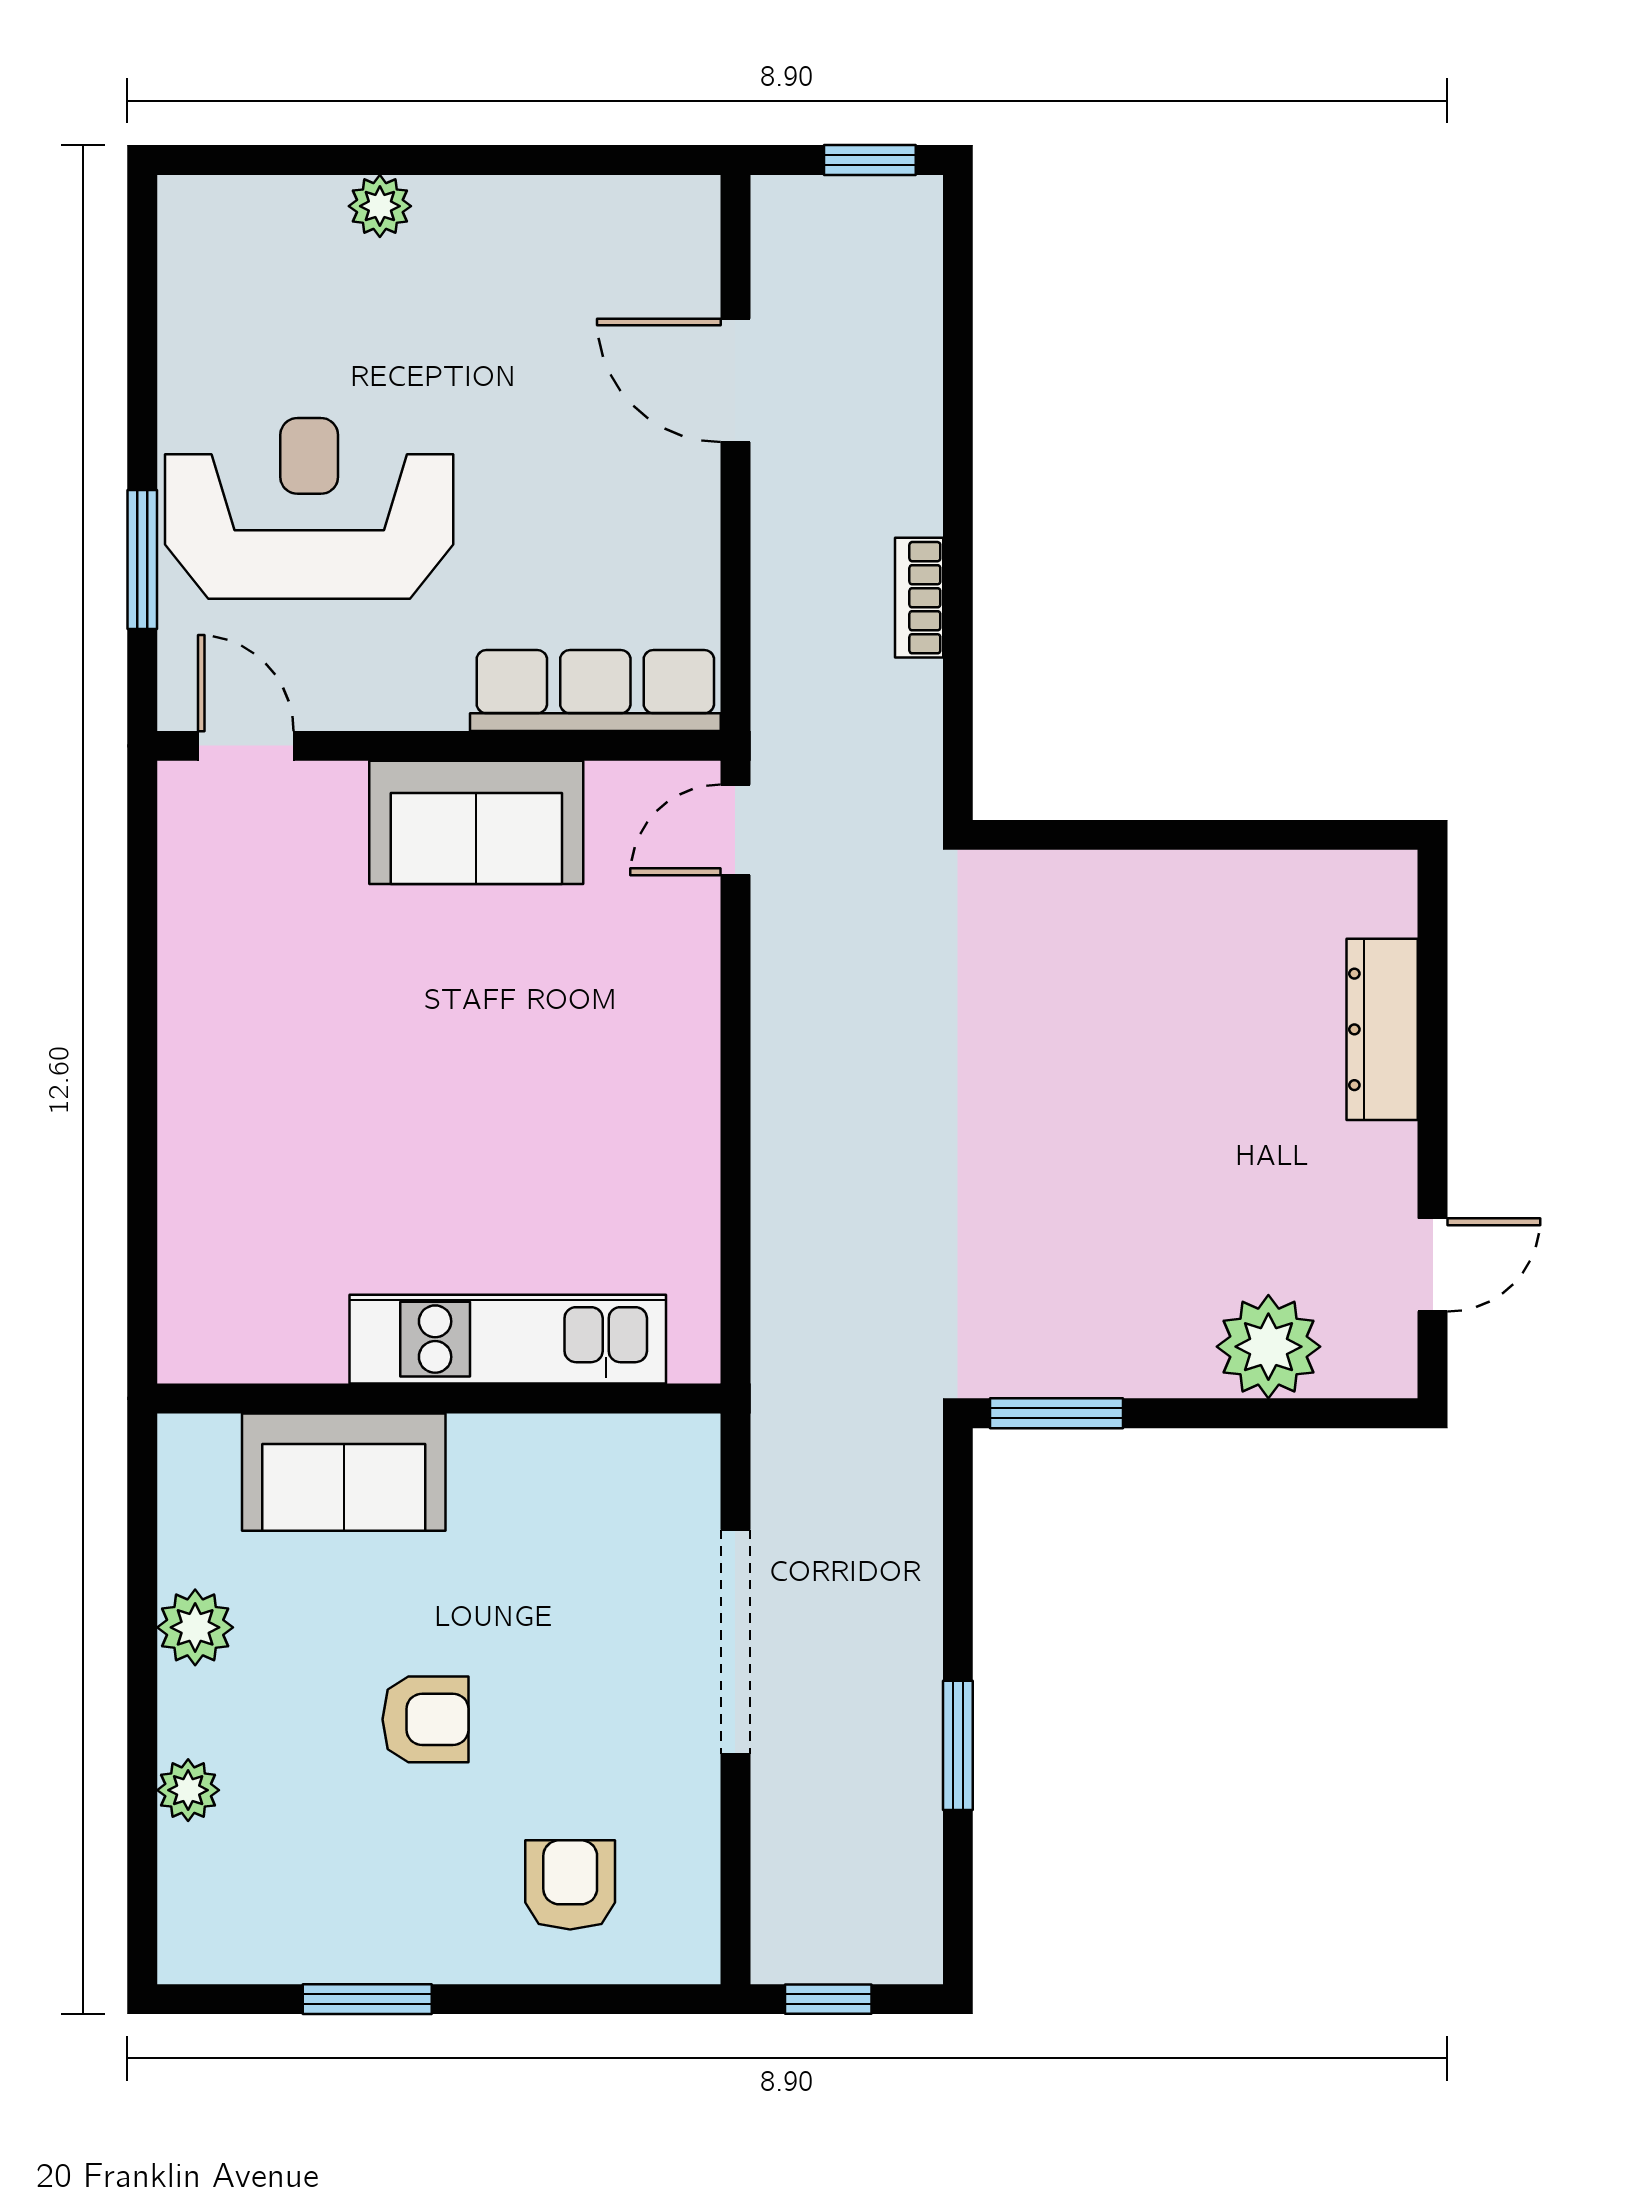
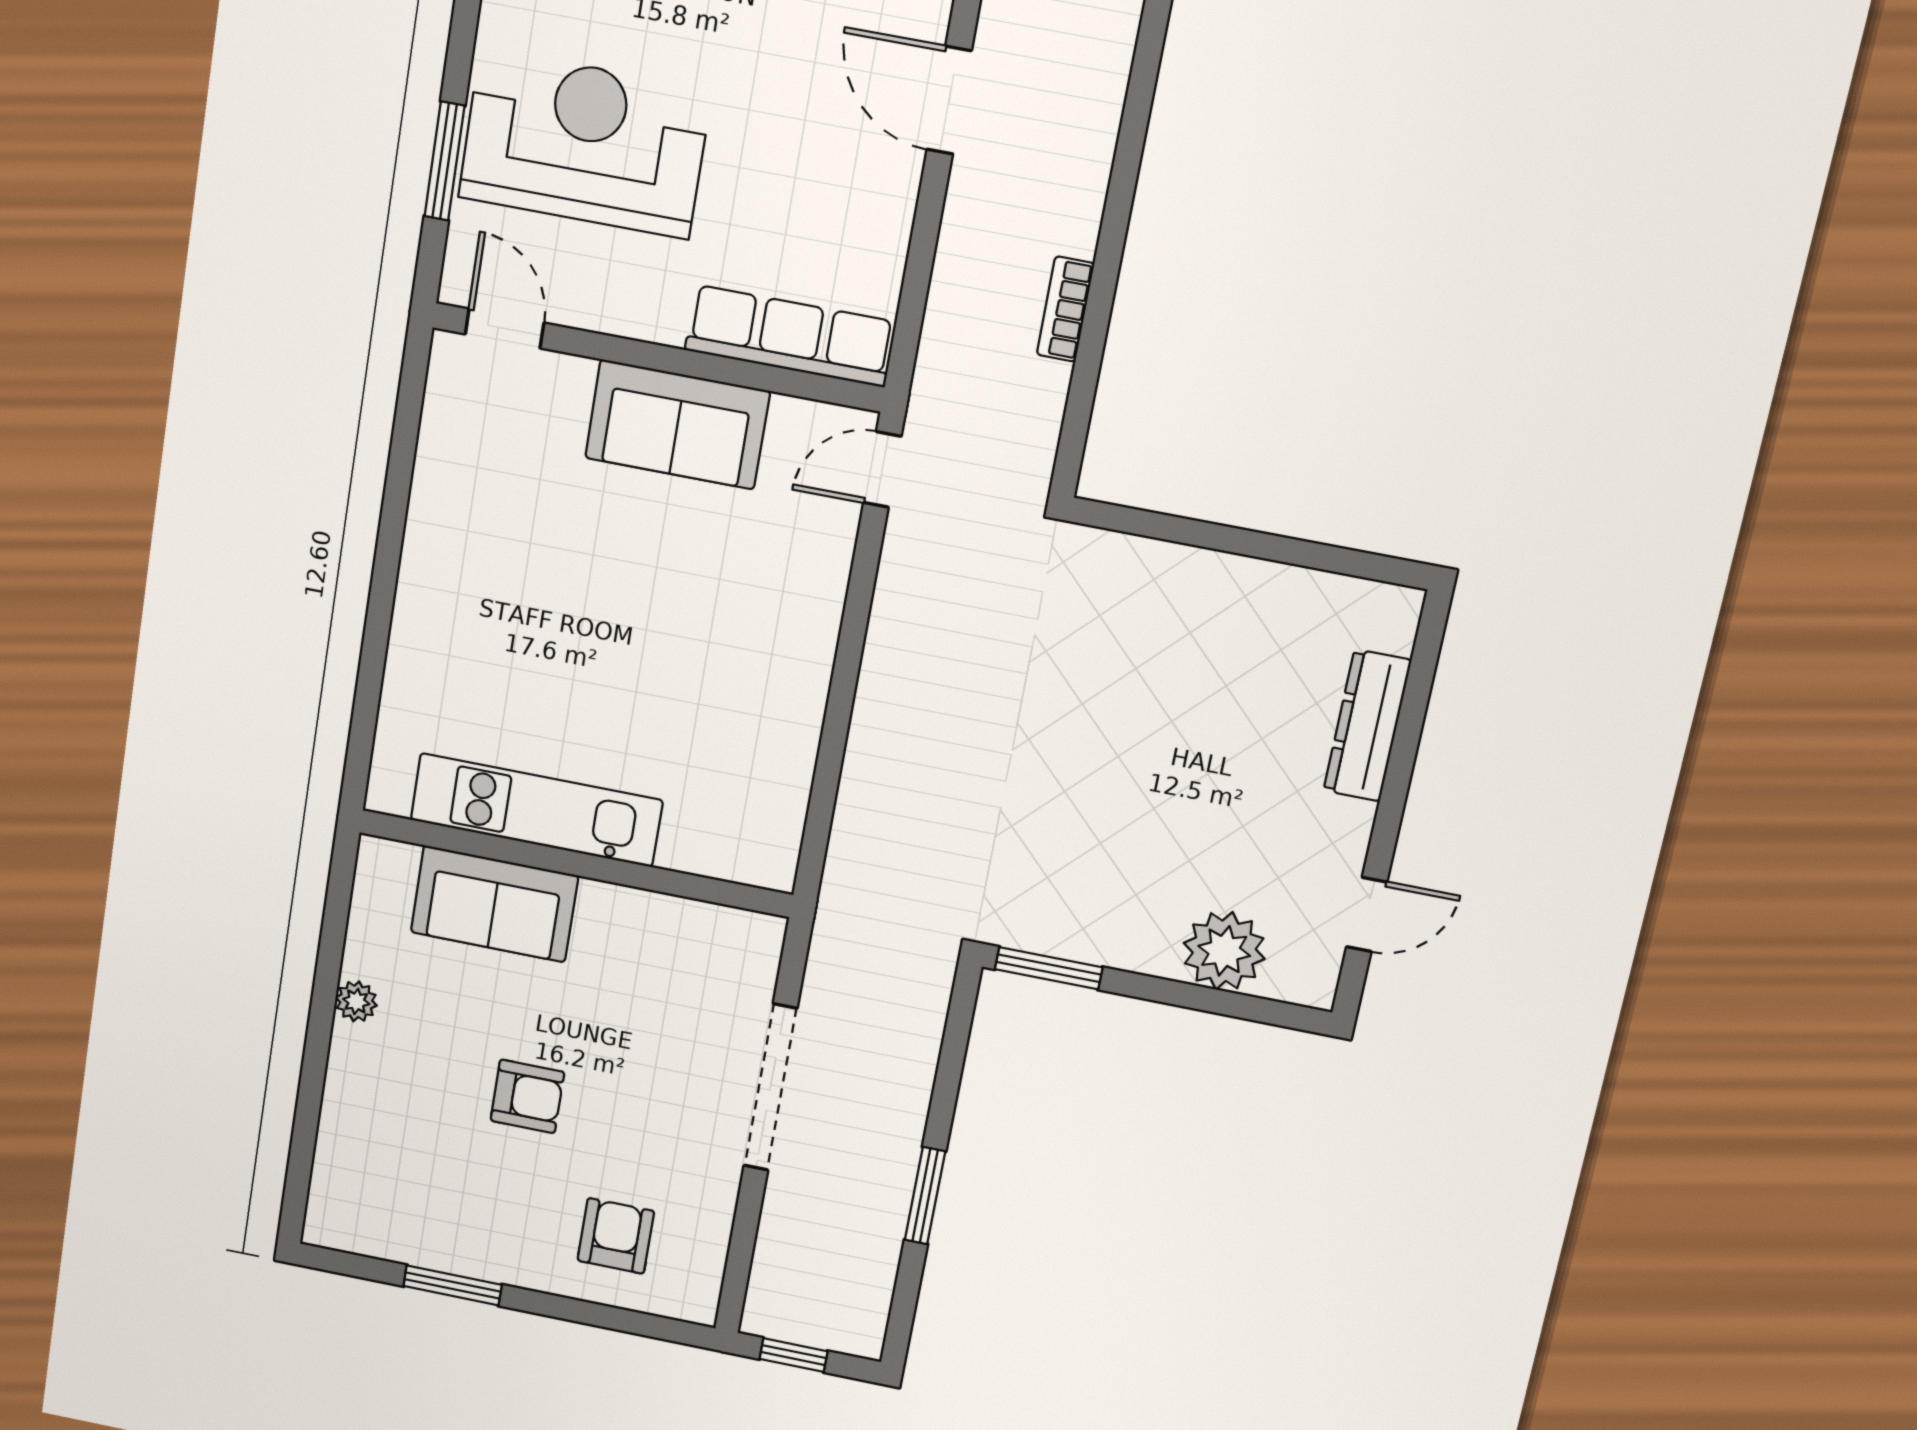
kitchen unit: (508, 1339) -> (536, 810), moved
plant: (195, 1627) -> (356, 1001), width x0.73, depth x0.73
plant: (188, 1790) -> (343, 1111), removed

